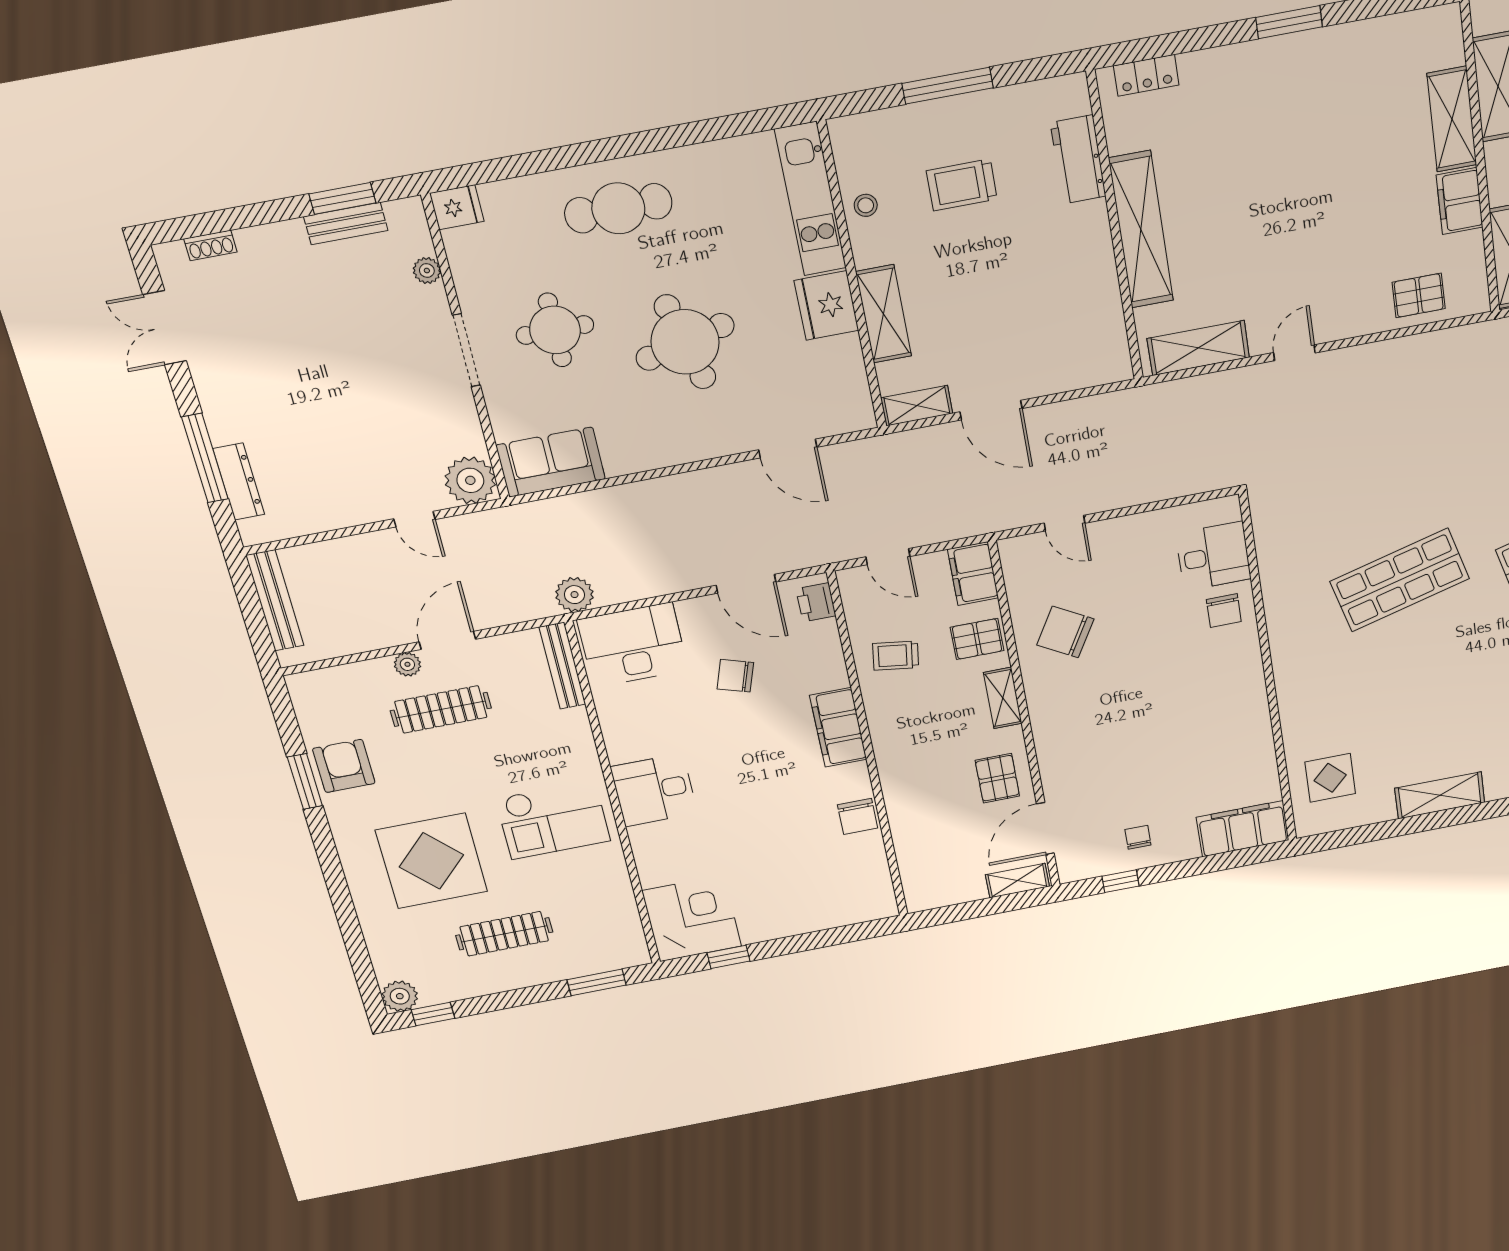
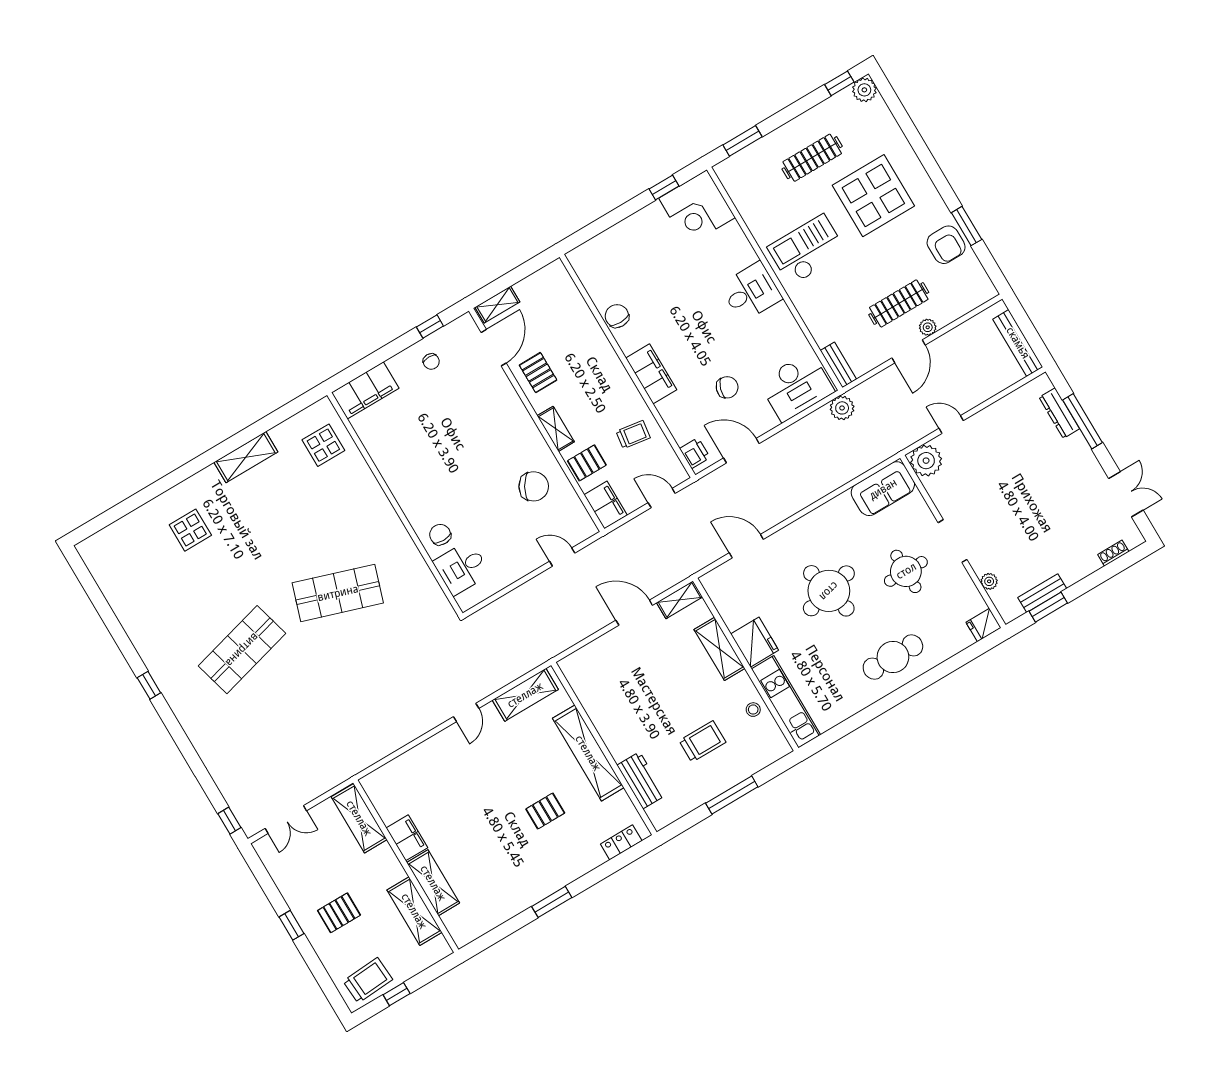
pallet: (1419, 295) -> (545, 811), moved
shop shelf: (1400, 580) -> (338, 593), turned 33
bench: (562, 666) -> (838, 365), width x0.73

